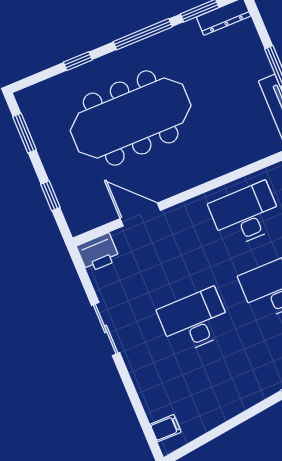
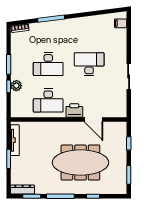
printer: (98, 253) -> (74, 110), moved
desk: (195, 321) -> (89, 64), turned 180

